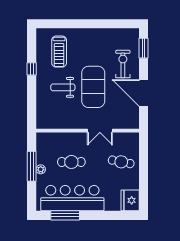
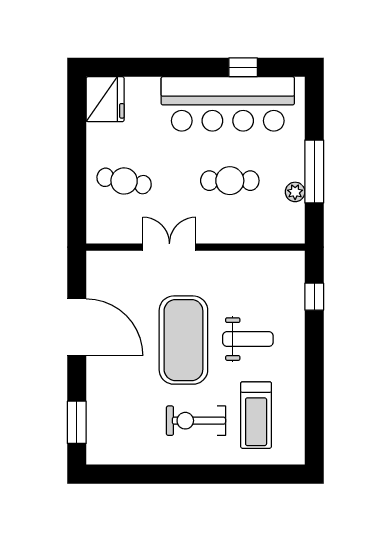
treadmill: (59, 52) -> (256, 415), turned 180
exercise bike: (123, 64) -> (196, 421), moved, turned 90
window: (32, 69) -> (314, 297), moved
plant: (41, 169) -> (295, 192), moved
window: (65, 215) -> (243, 67), width x0.46

